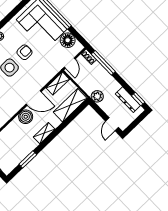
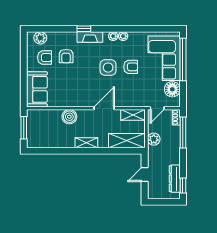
plant: (97, 96) -> (154, 139), moved
door: (34, 98) -> (104, 108), swing flipped
boiler: (26, 117) -> (69, 117), moved
door: (112, 124) -> (145, 174), moved
window: (28, 159) -> (55, 151), removed

